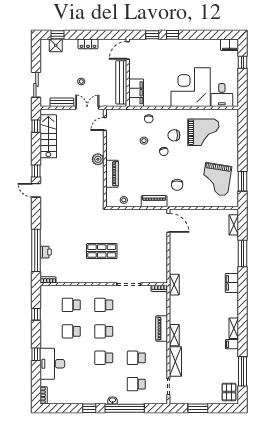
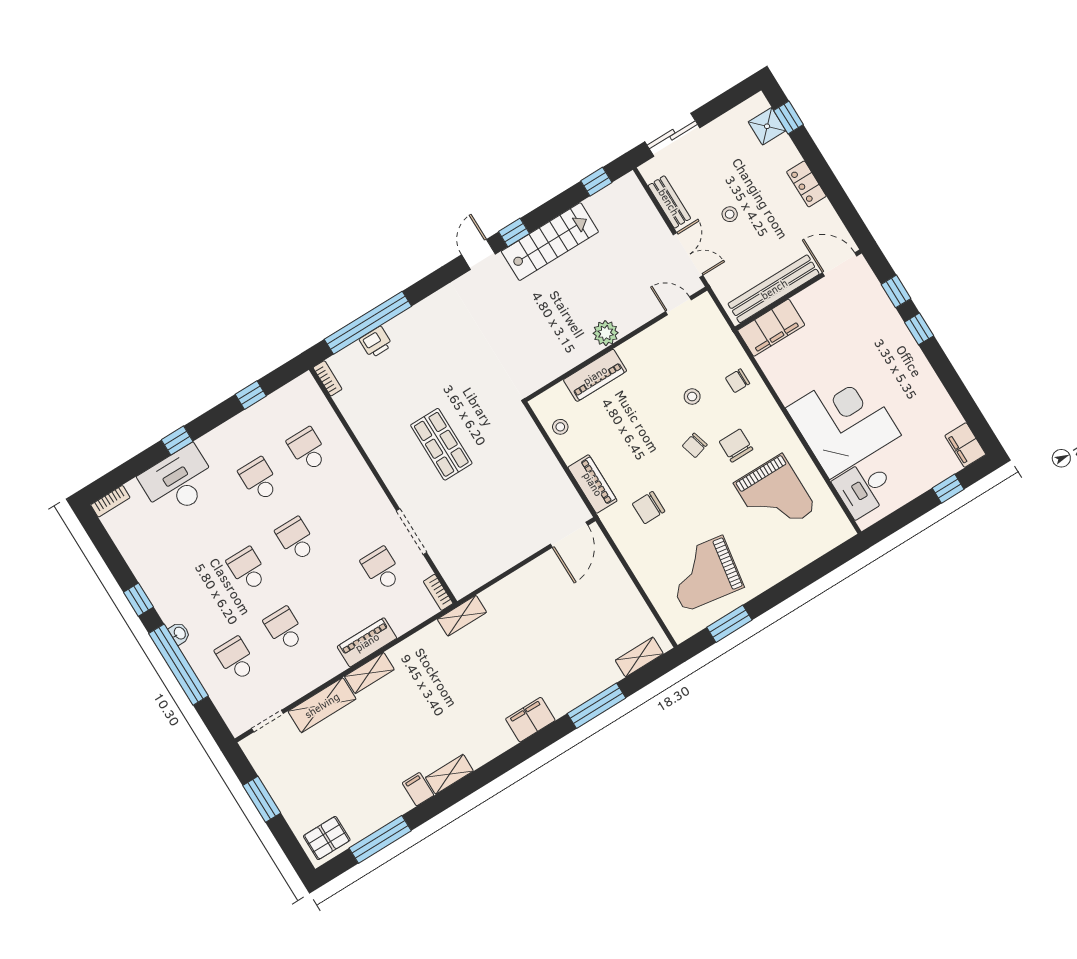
stairs: (48, 136) -> (550, 242), moved
school desk: (104, 305) -> (382, 569), moved

